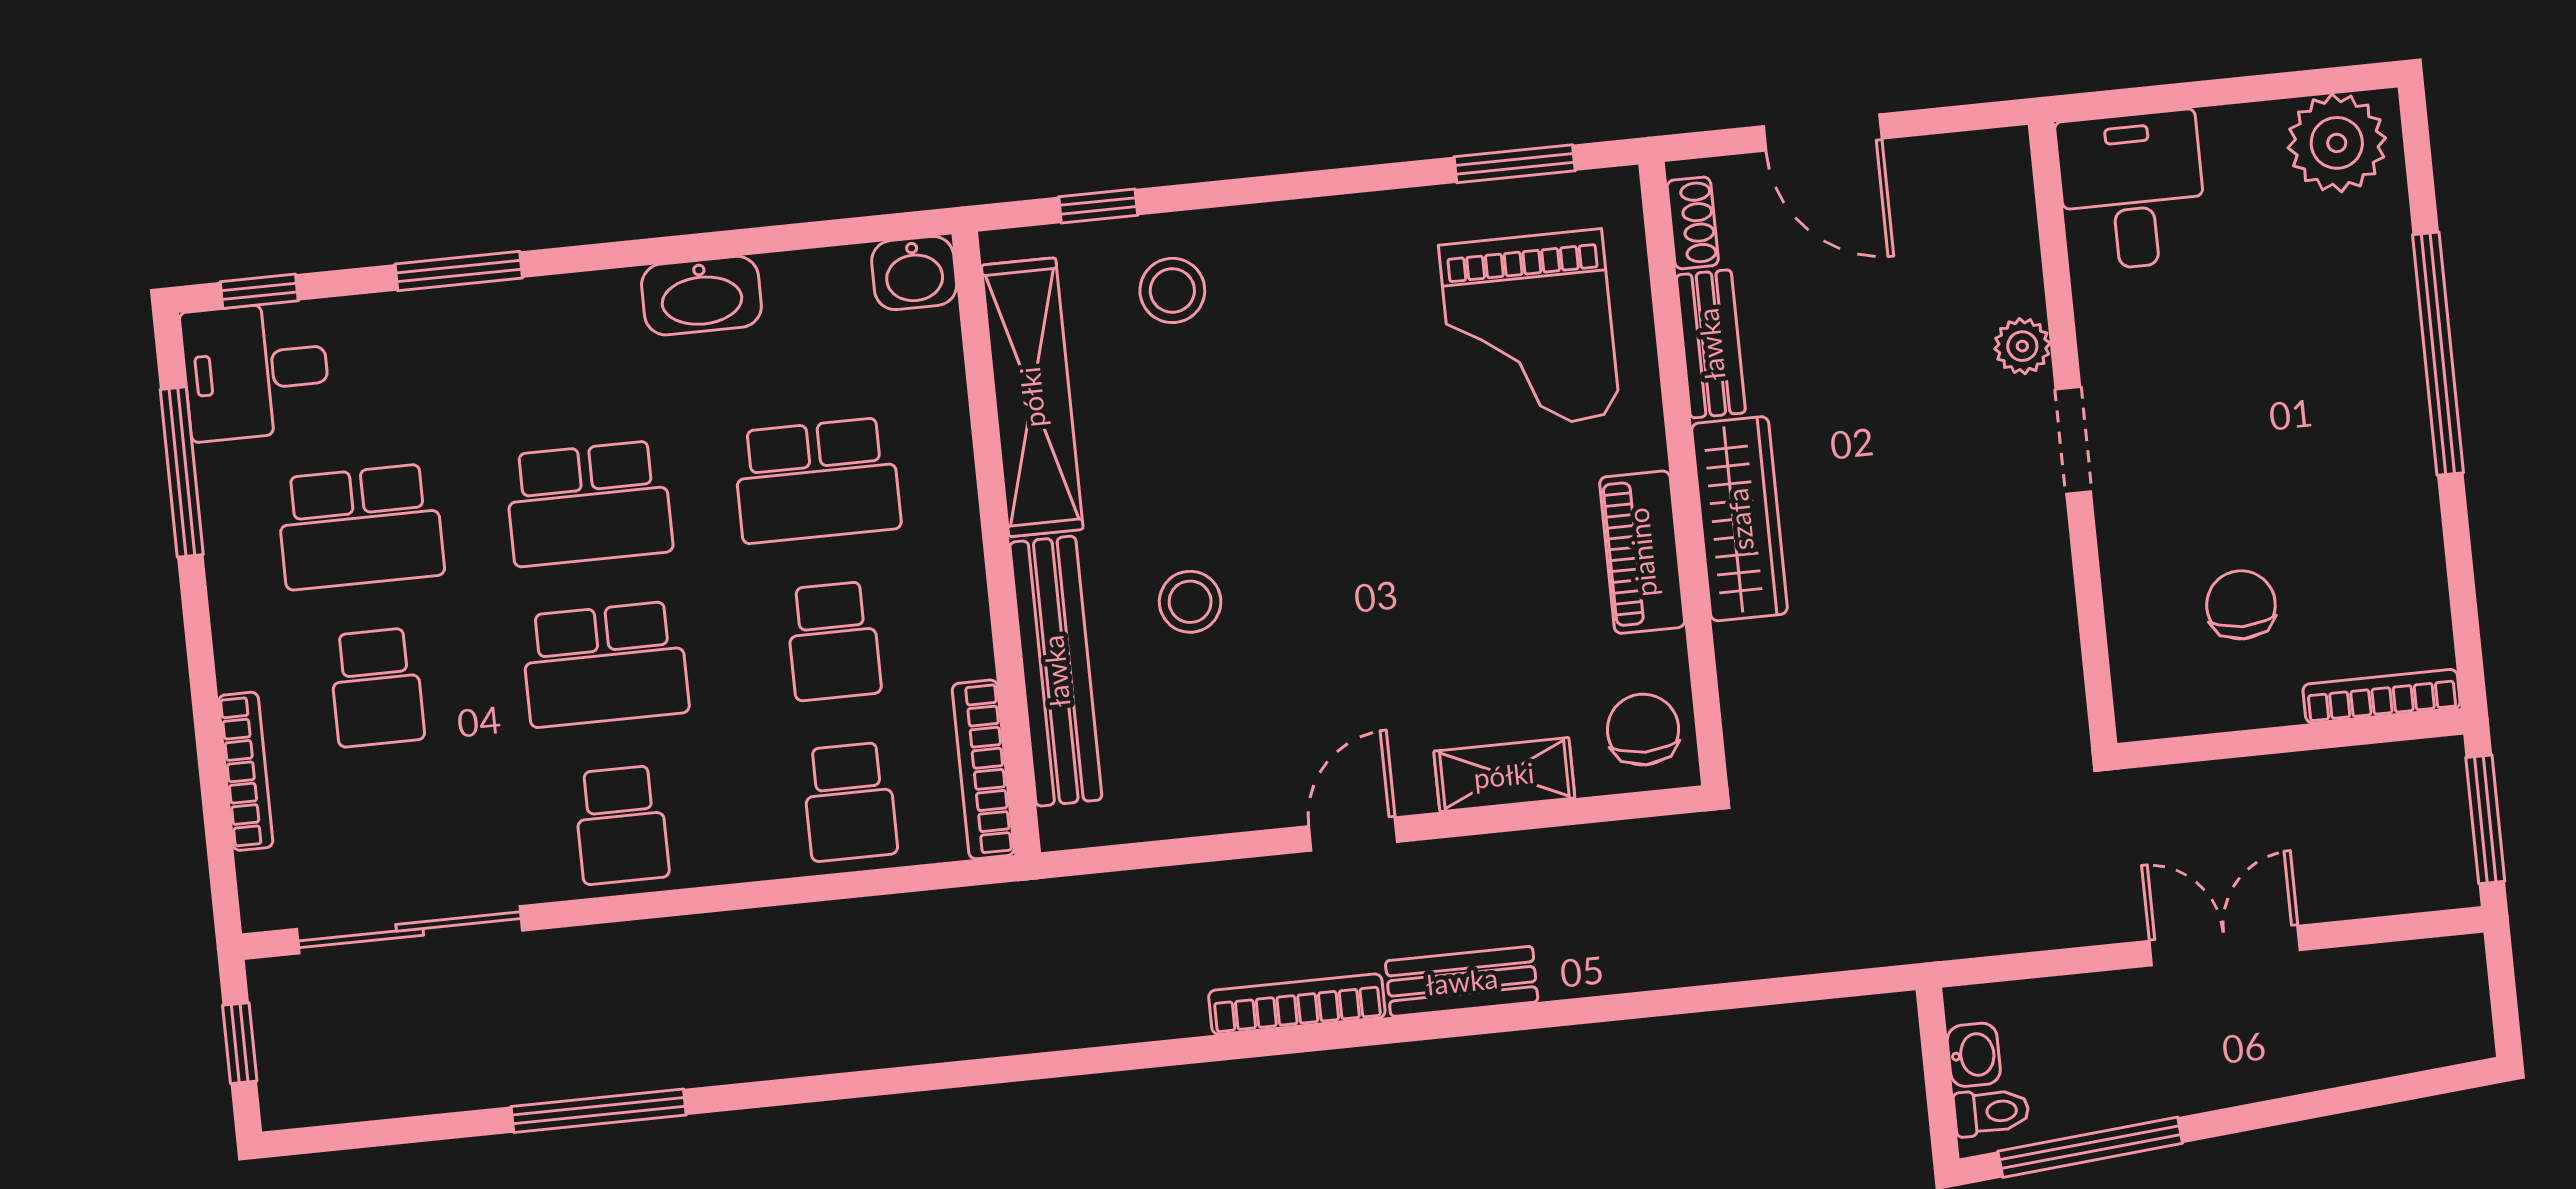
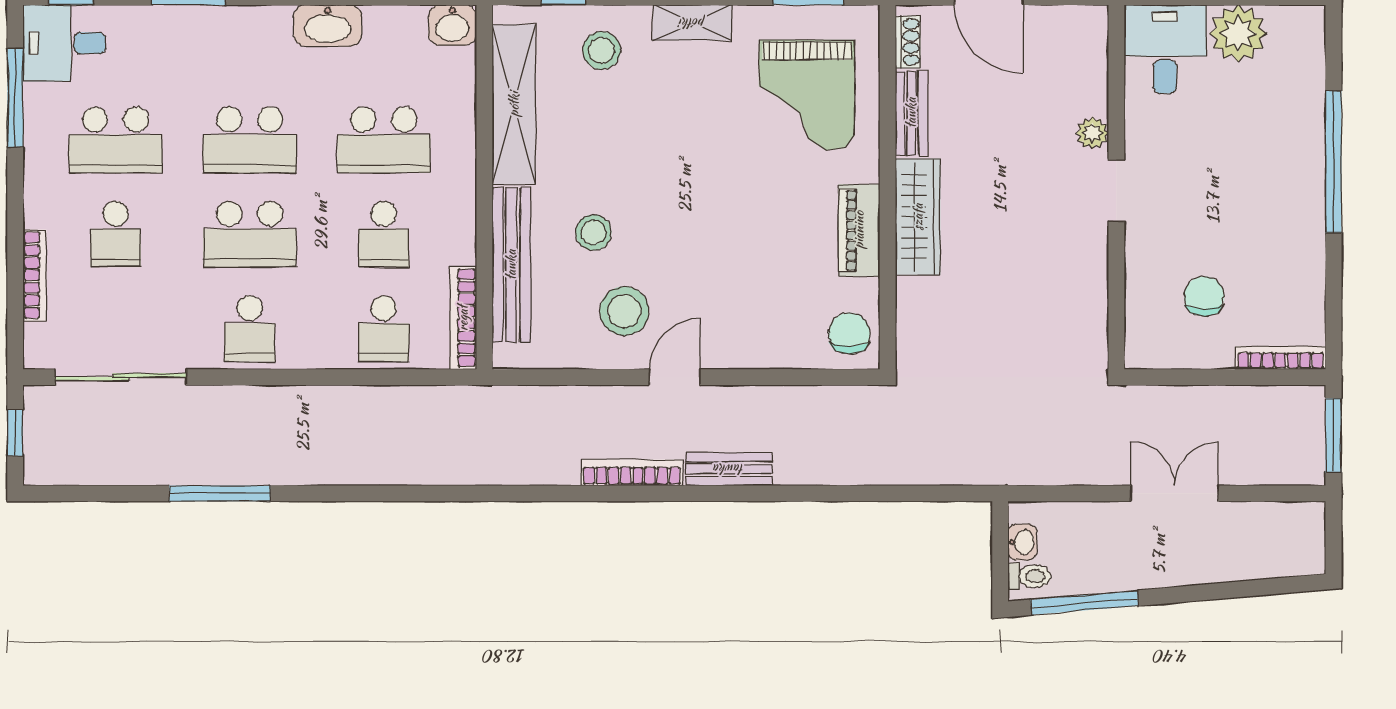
plant: (2337, 143) -> (1238, 33), moved
stool: (1256, 730) -> (624, 311), added
shelving: (1504, 775) -> (692, 23), moved

